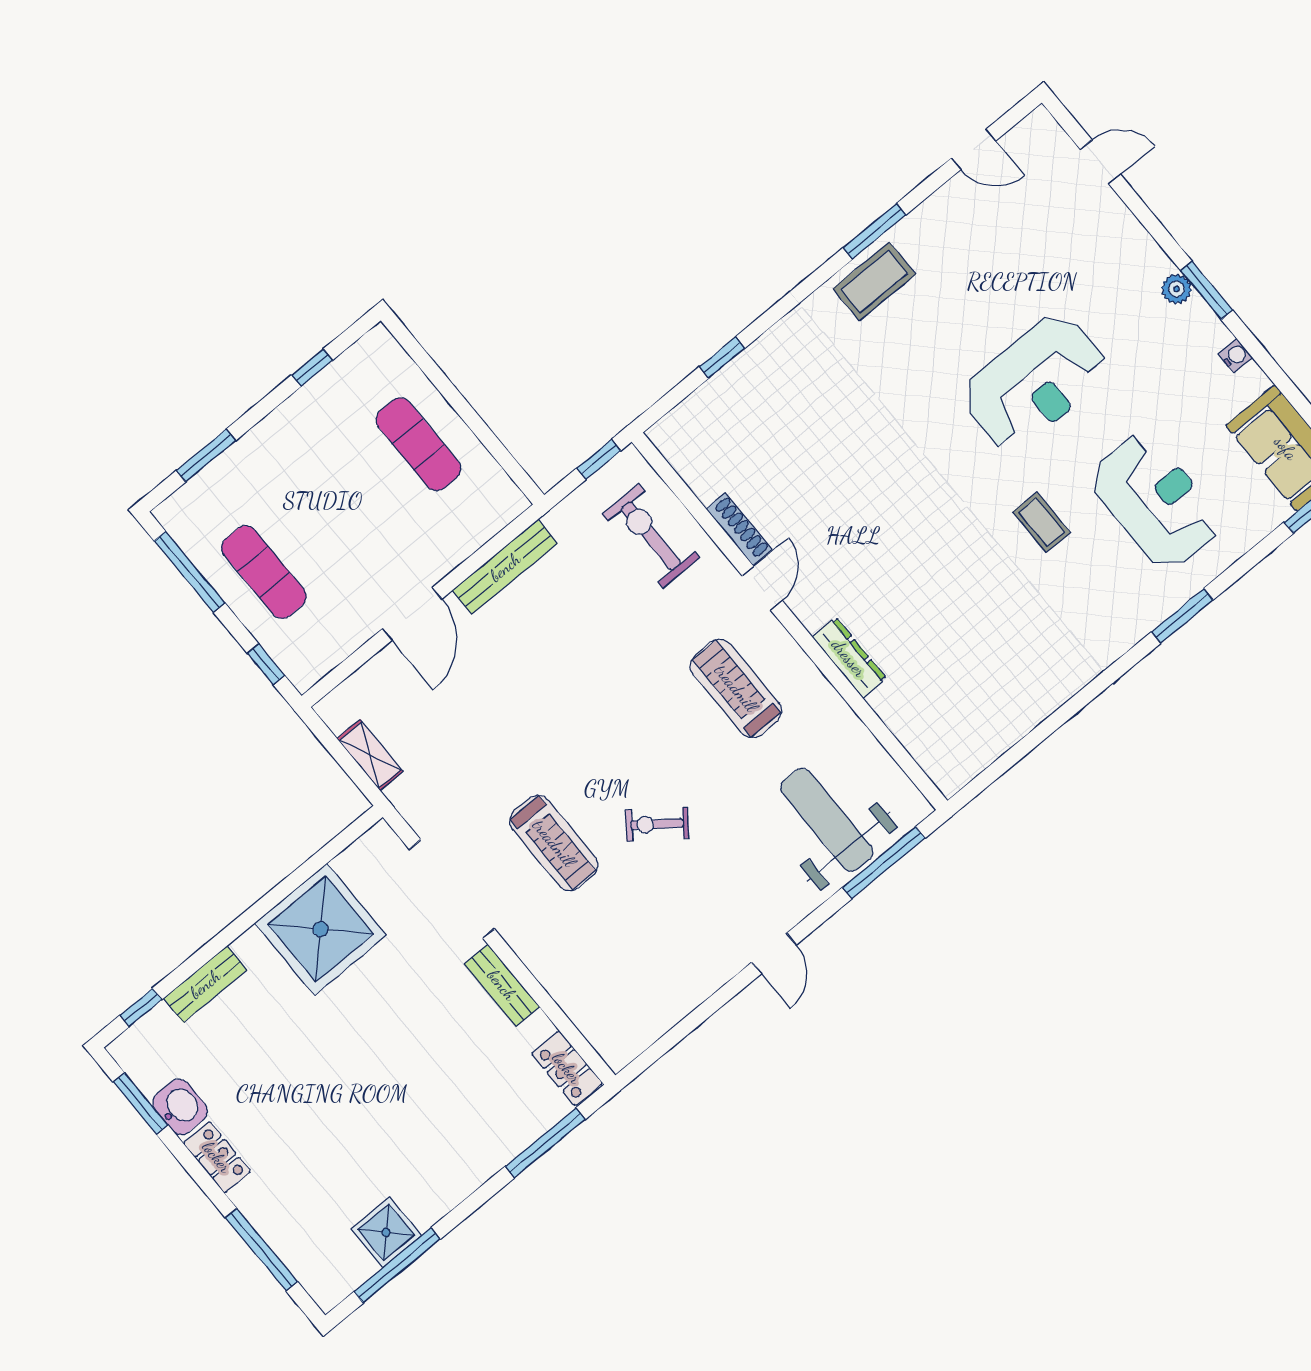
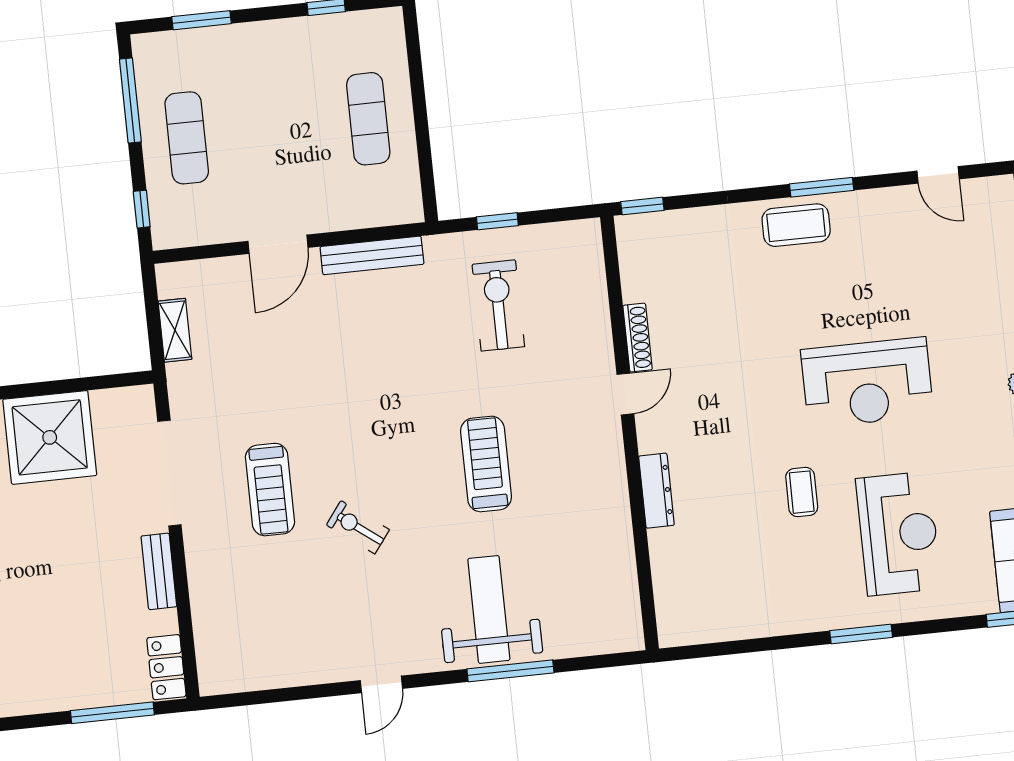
shoe rack: (739, 529) -> (638, 338), moved
door: (762, 588) -> (625, 394), moved
wall: (790, 621) -> (629, 433), moved
dresser: (849, 658) -> (656, 491), moved

